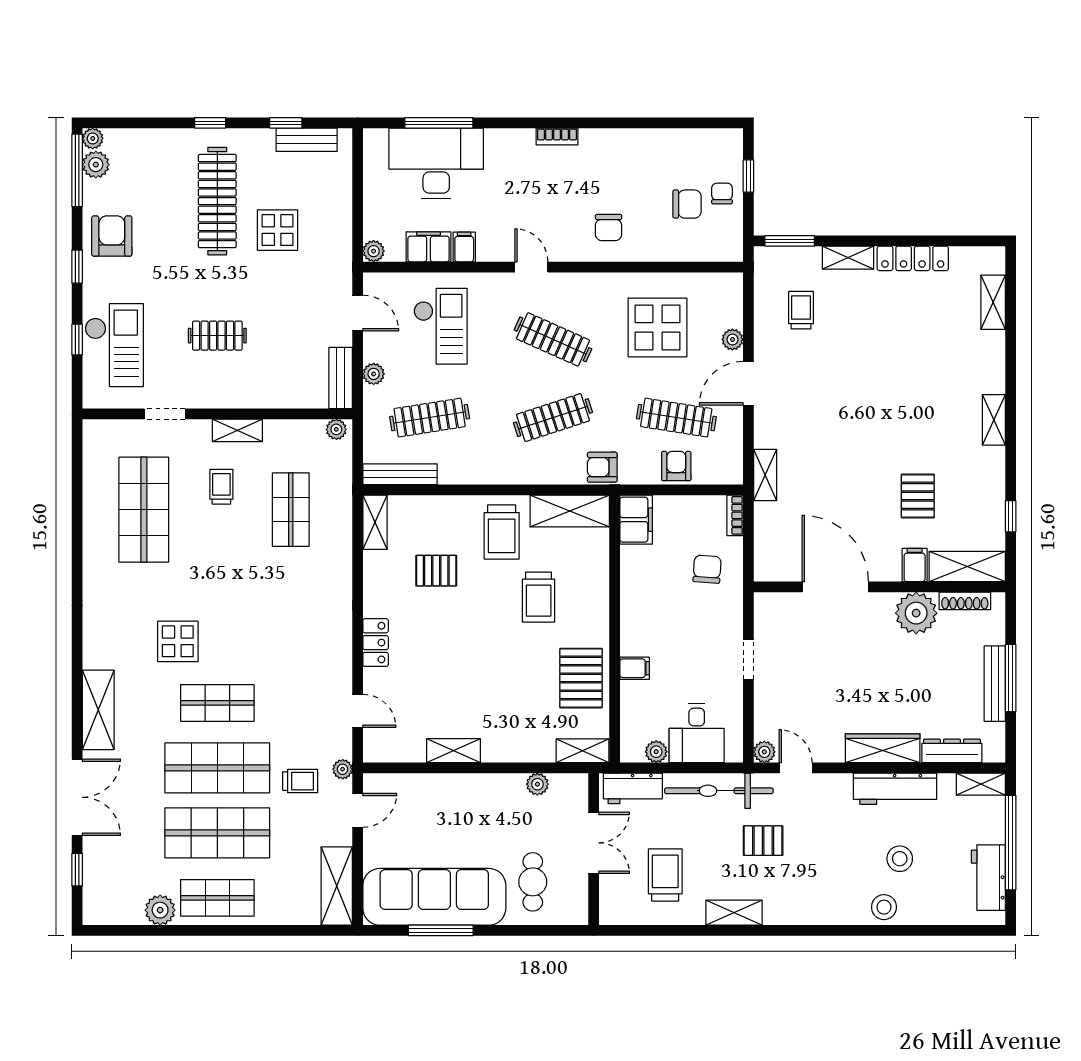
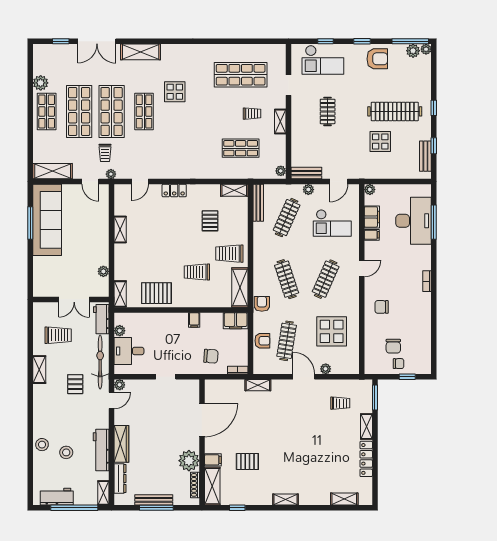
clothes rail: (430, 418) -> (287, 218), turned 33
filing cabinet: (635, 668) -> (194, 320), moved
cafe table: (533, 882) -> (55, 269), removed

